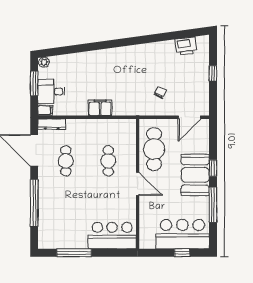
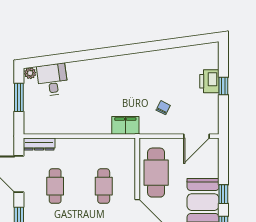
printer: (186, 46) -> (209, 81), moved, turned 98
desk: (51, 92) -> (52, 80), moved, turned 82
filing cabinet: (100, 108) -> (125, 125), moved
filing cabinet: (45, 110) -> (31, 128), removed

